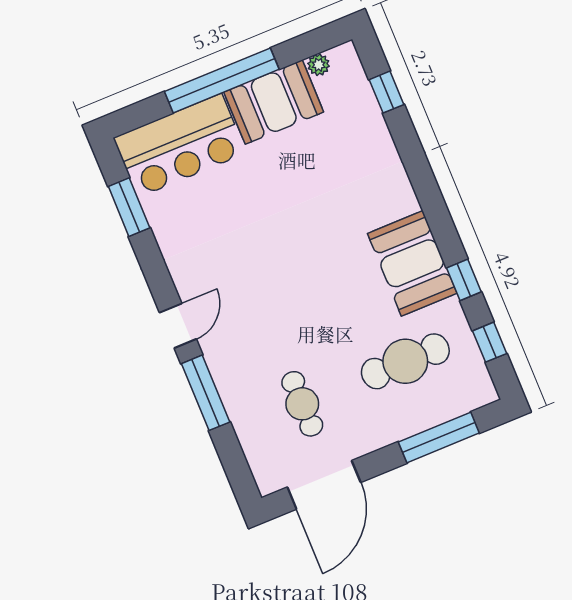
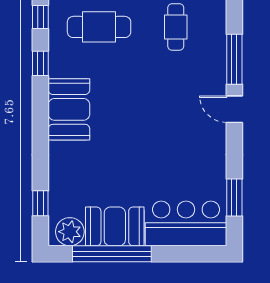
plant: (319, 65) -> (70, 232), width x1.87, depth x1.87
window: (222, 80) -> (112, 254), moved
booth: (412, 263) -> (69, 109), moved
door: (178, 326) -> (234, 109), hinge flipped

